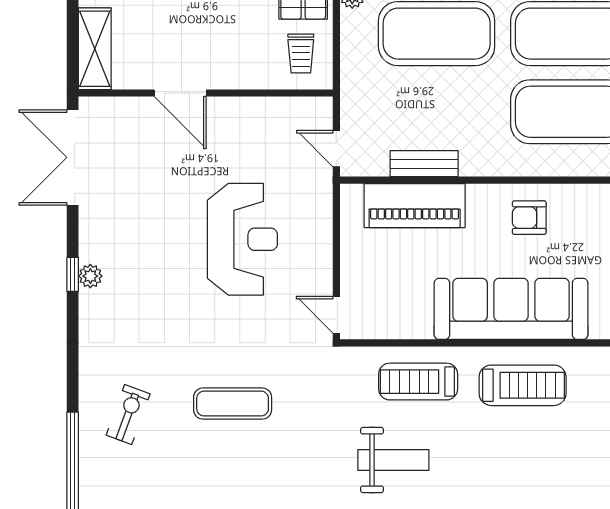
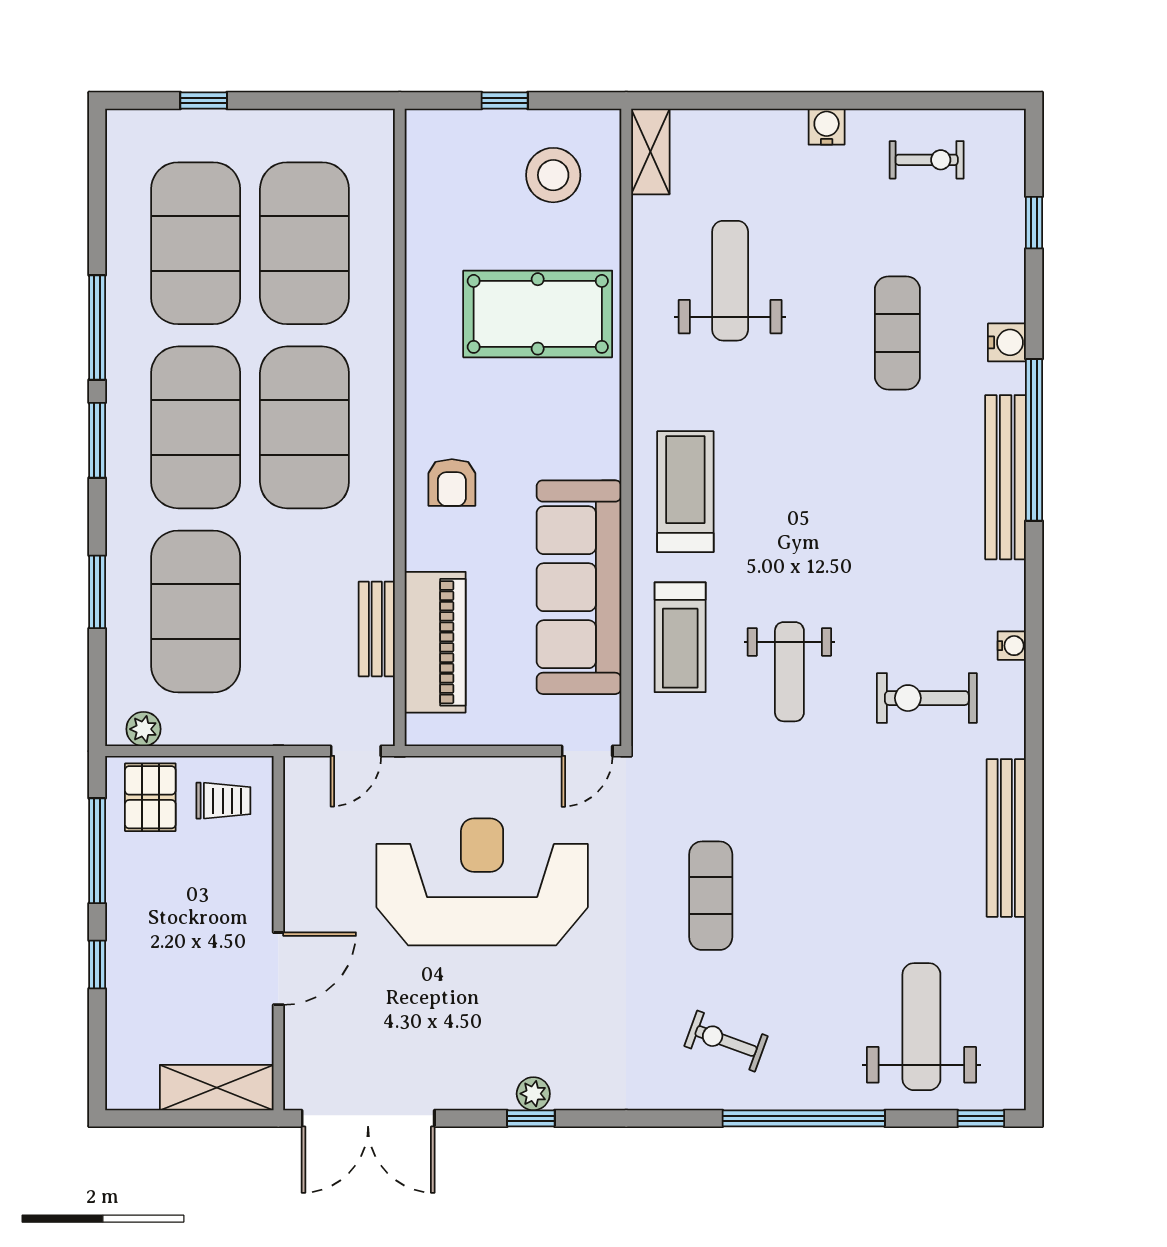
reception desk: (242, 239) -> (482, 882), width x1.36, depth x1.30
sofa: (511, 309) -> (579, 587), moved
weight bench: (393, 460) -> (789, 672), turned 180

